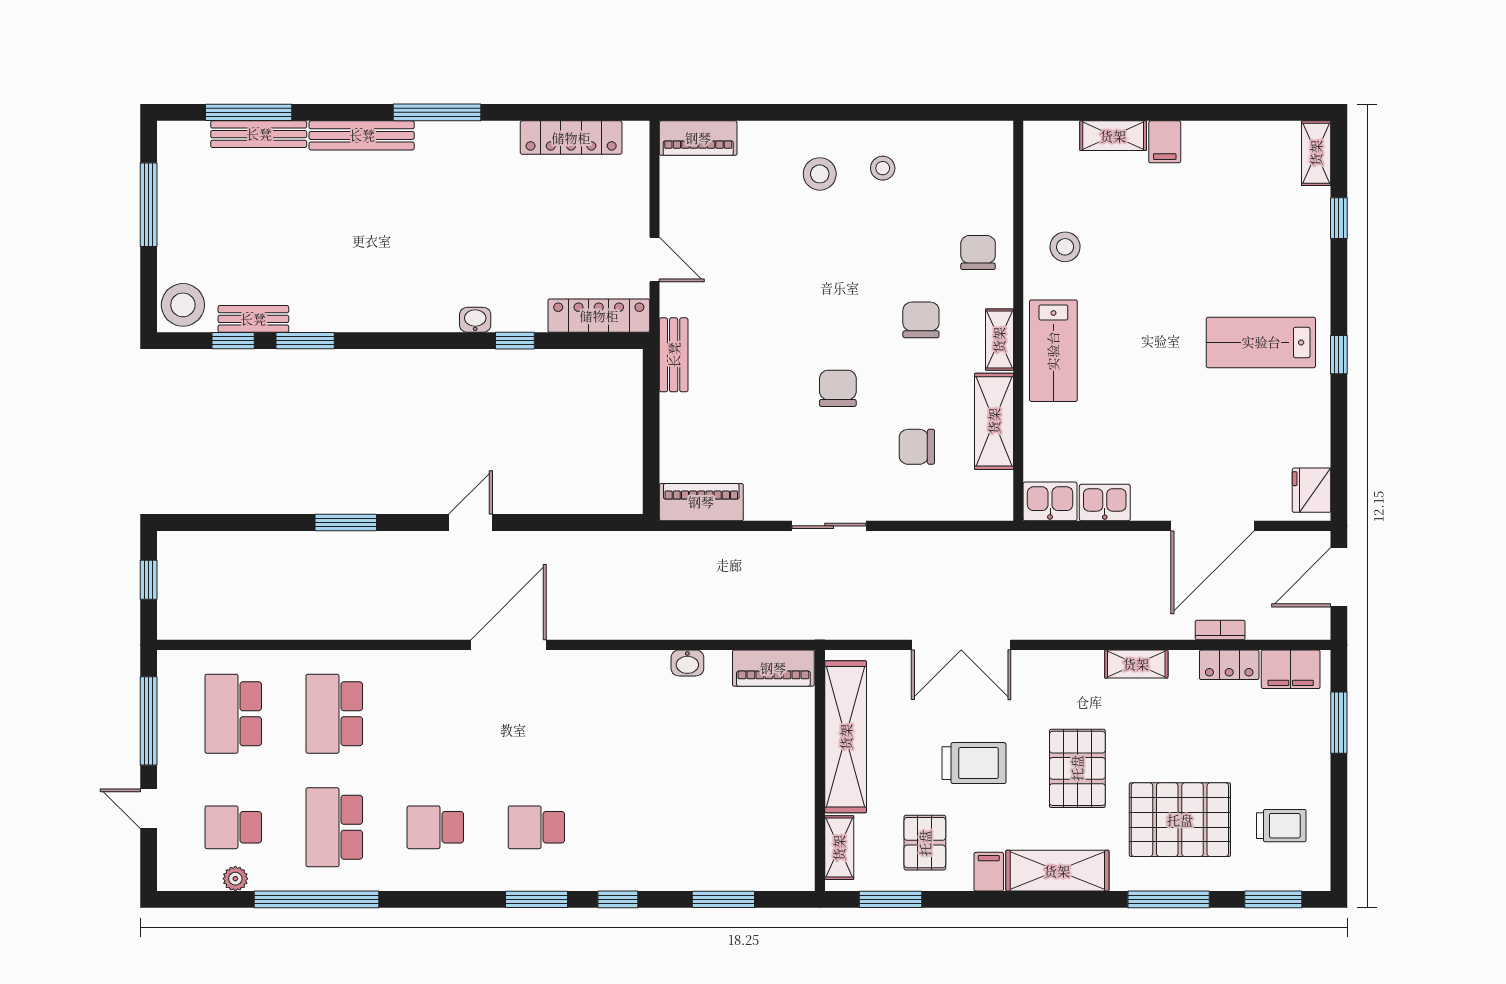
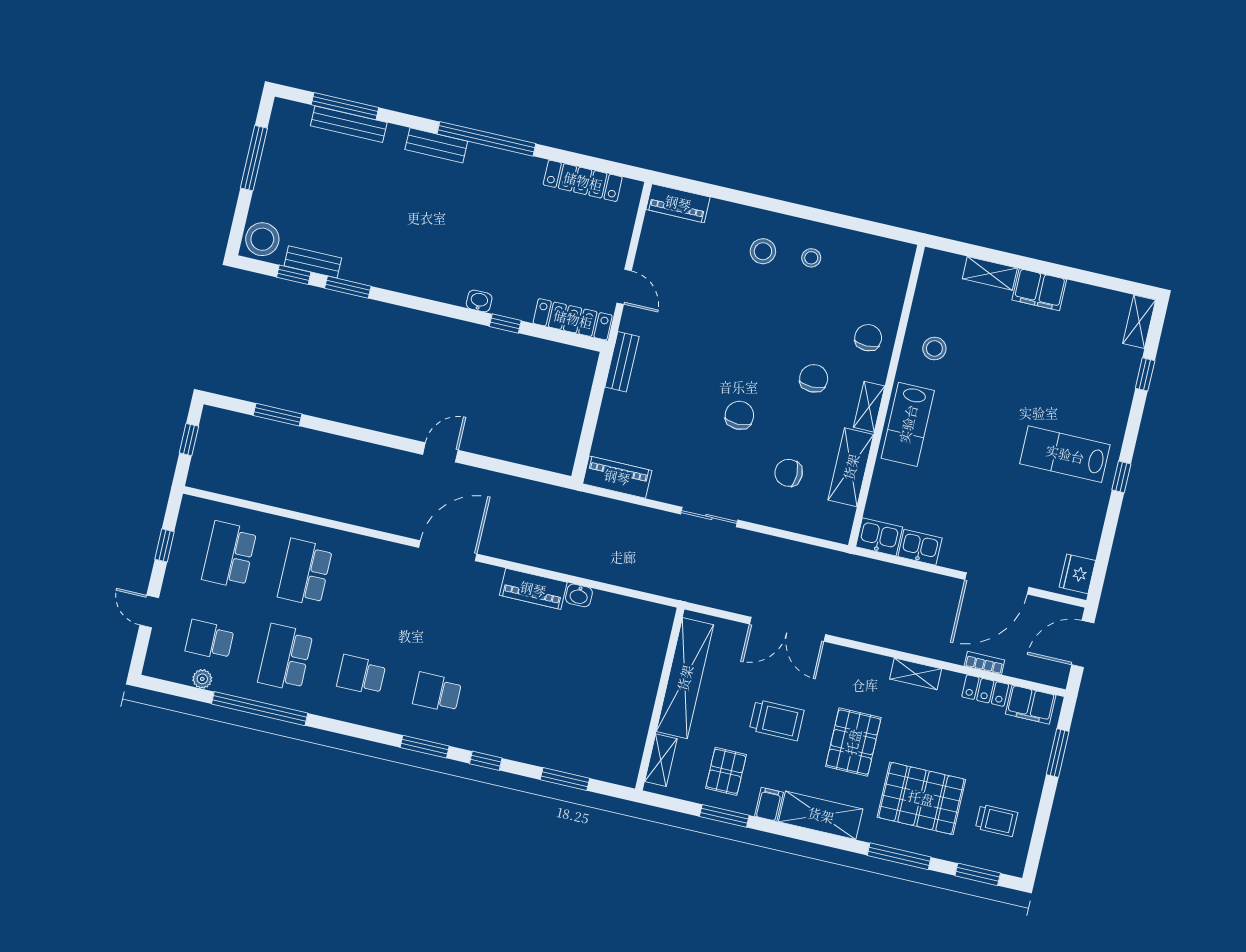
window: (437, 112) -> (486, 139), width x1.46
bench: (362, 135) -> (436, 145), width x0.73
filing cabinet: (1165, 142) -> (1039, 290), width x2.00
window: (346, 522) -> (278, 415), moved
piano: (773, 668) -> (533, 589), moved
window: (149, 721) -> (164, 545), width x0.46
window: (891, 899) -> (724, 816), moved

